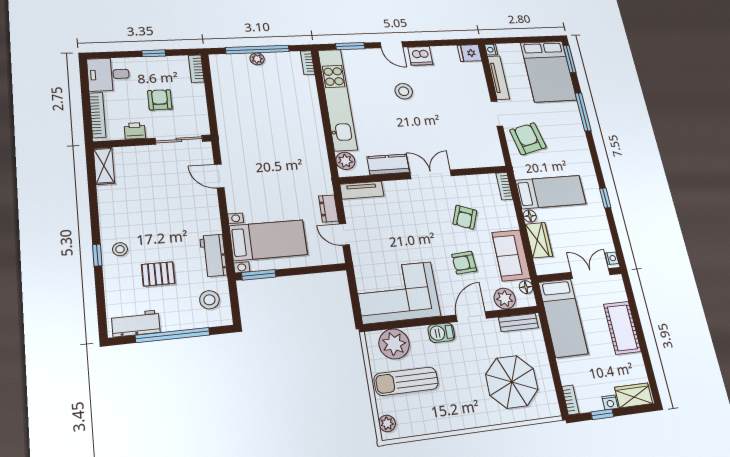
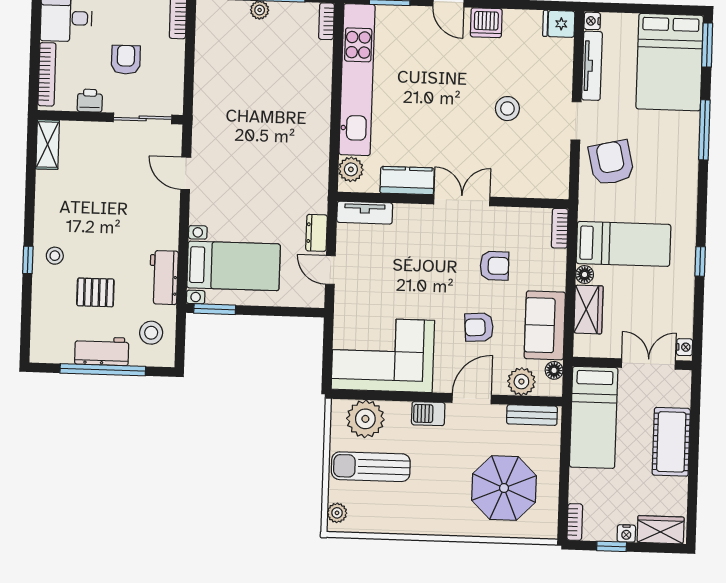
stool: (404, 91) -> (507, 109), moved
armchair: (465, 217) -> (494, 266), turned -111
workbench: (136, 323) -> (102, 351), moved

